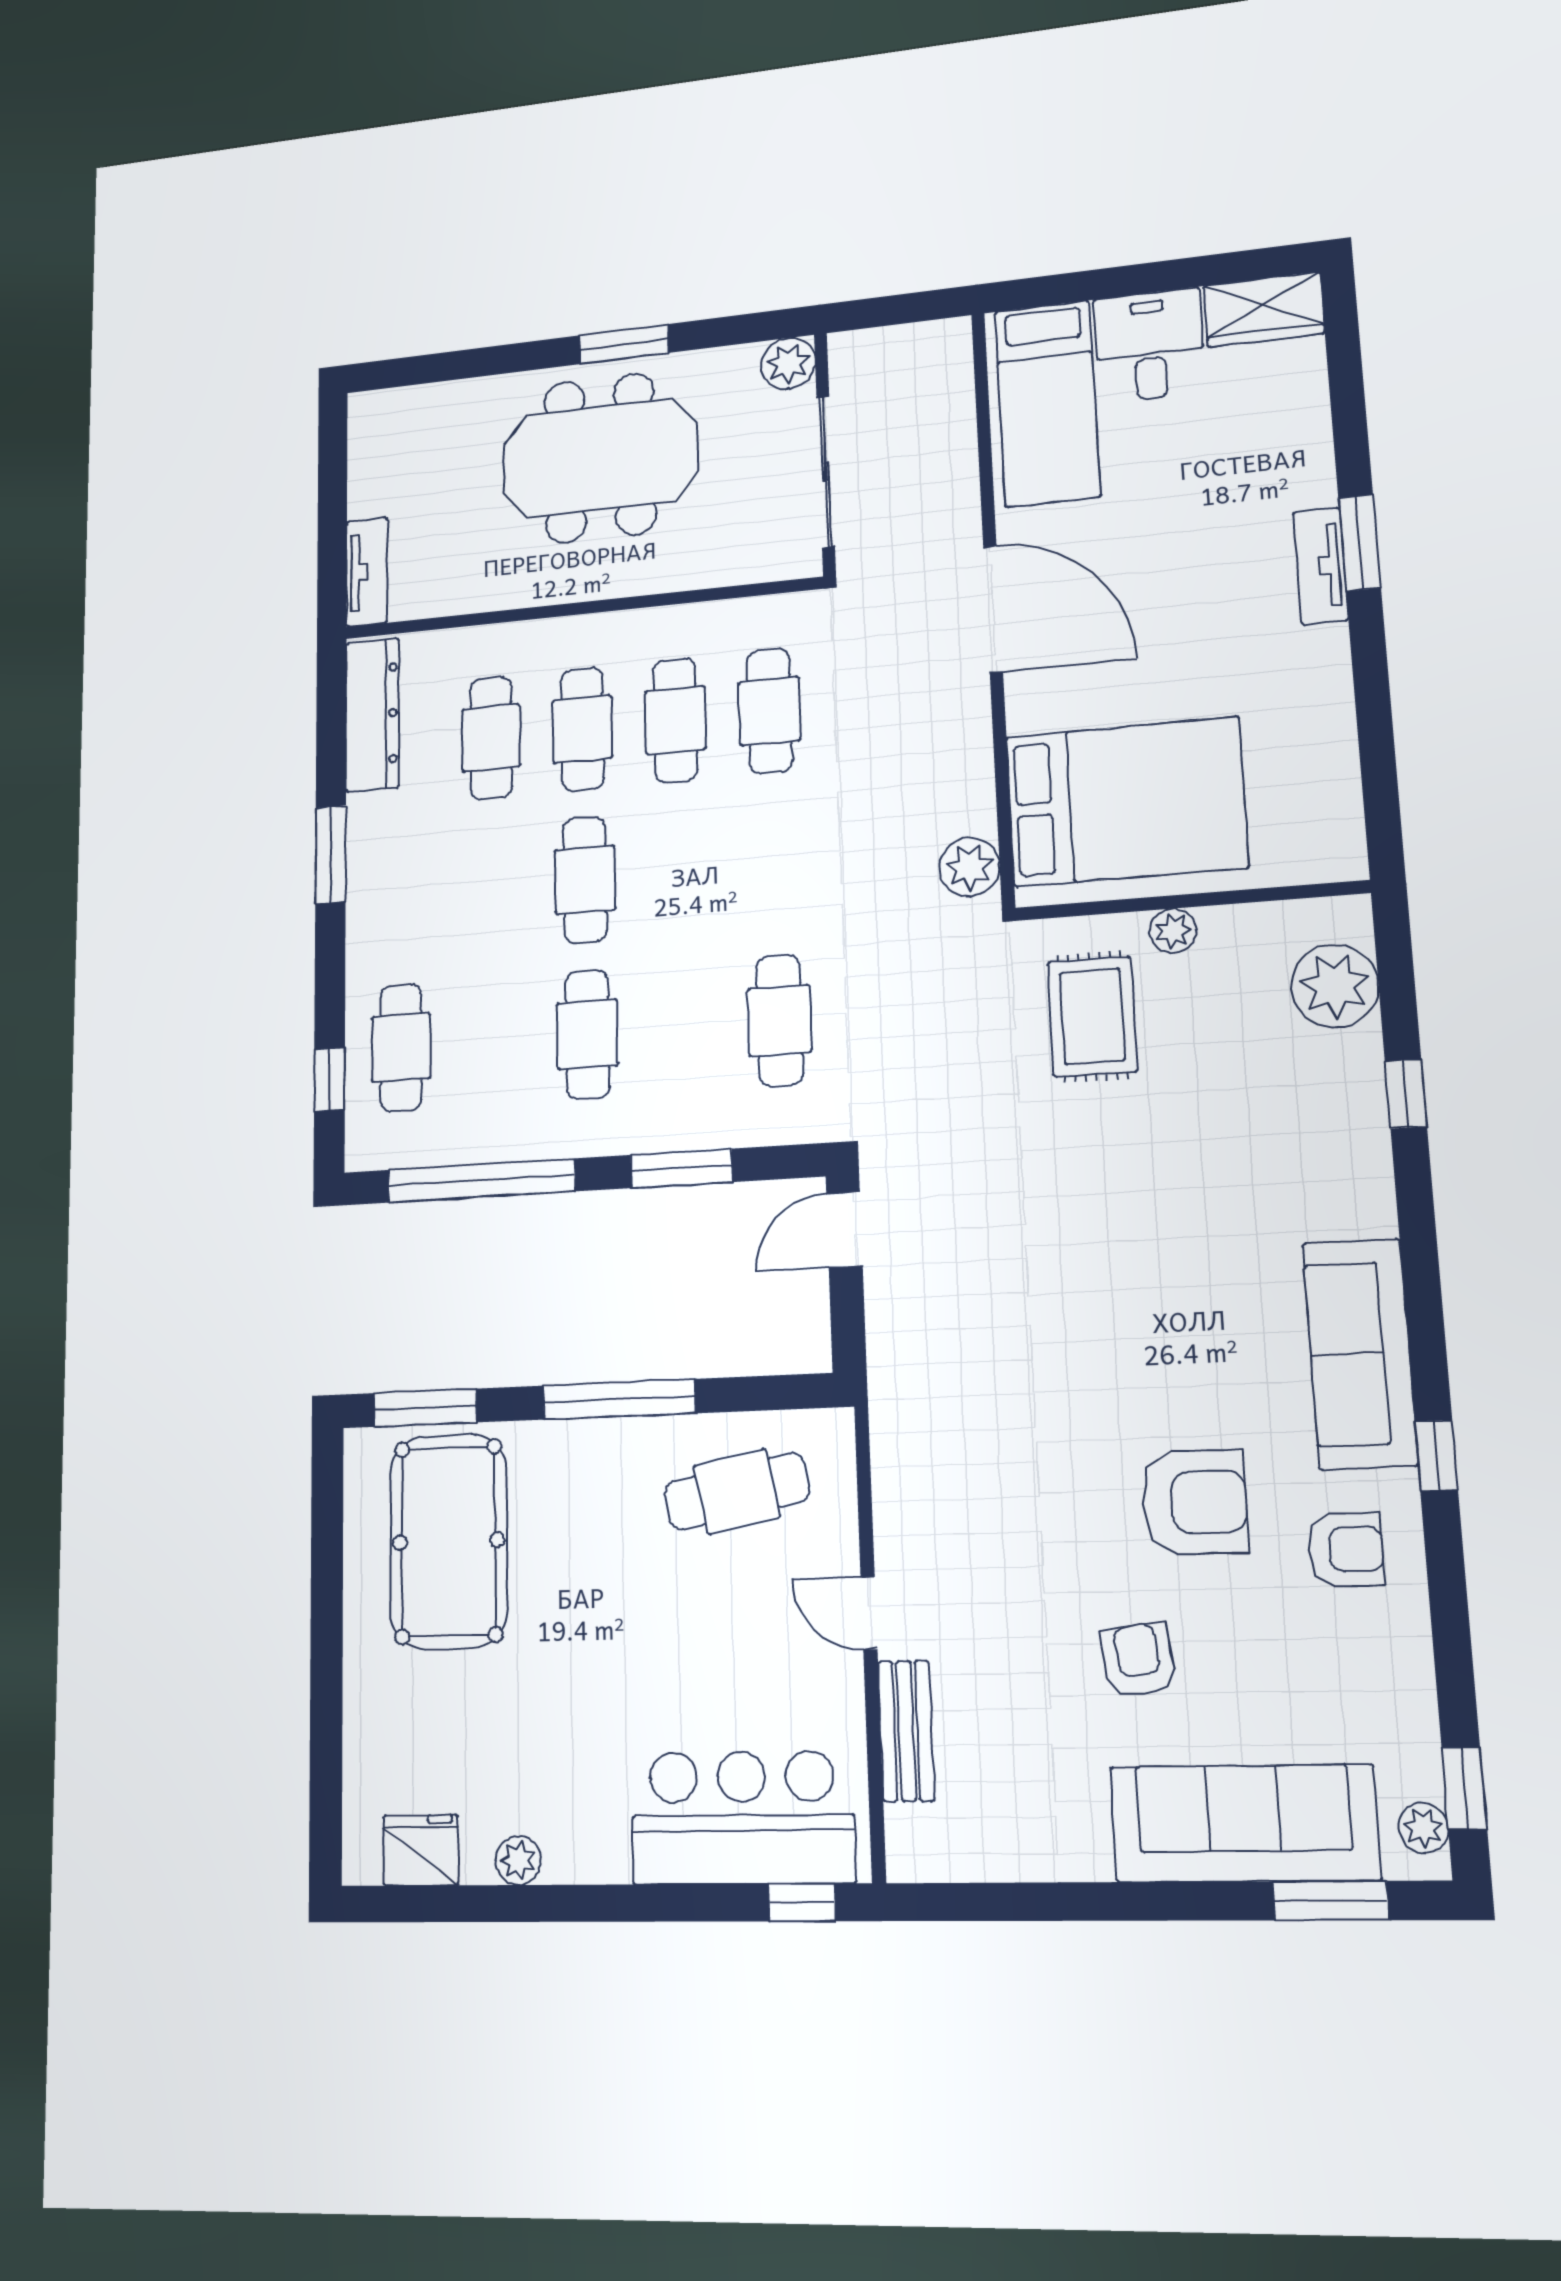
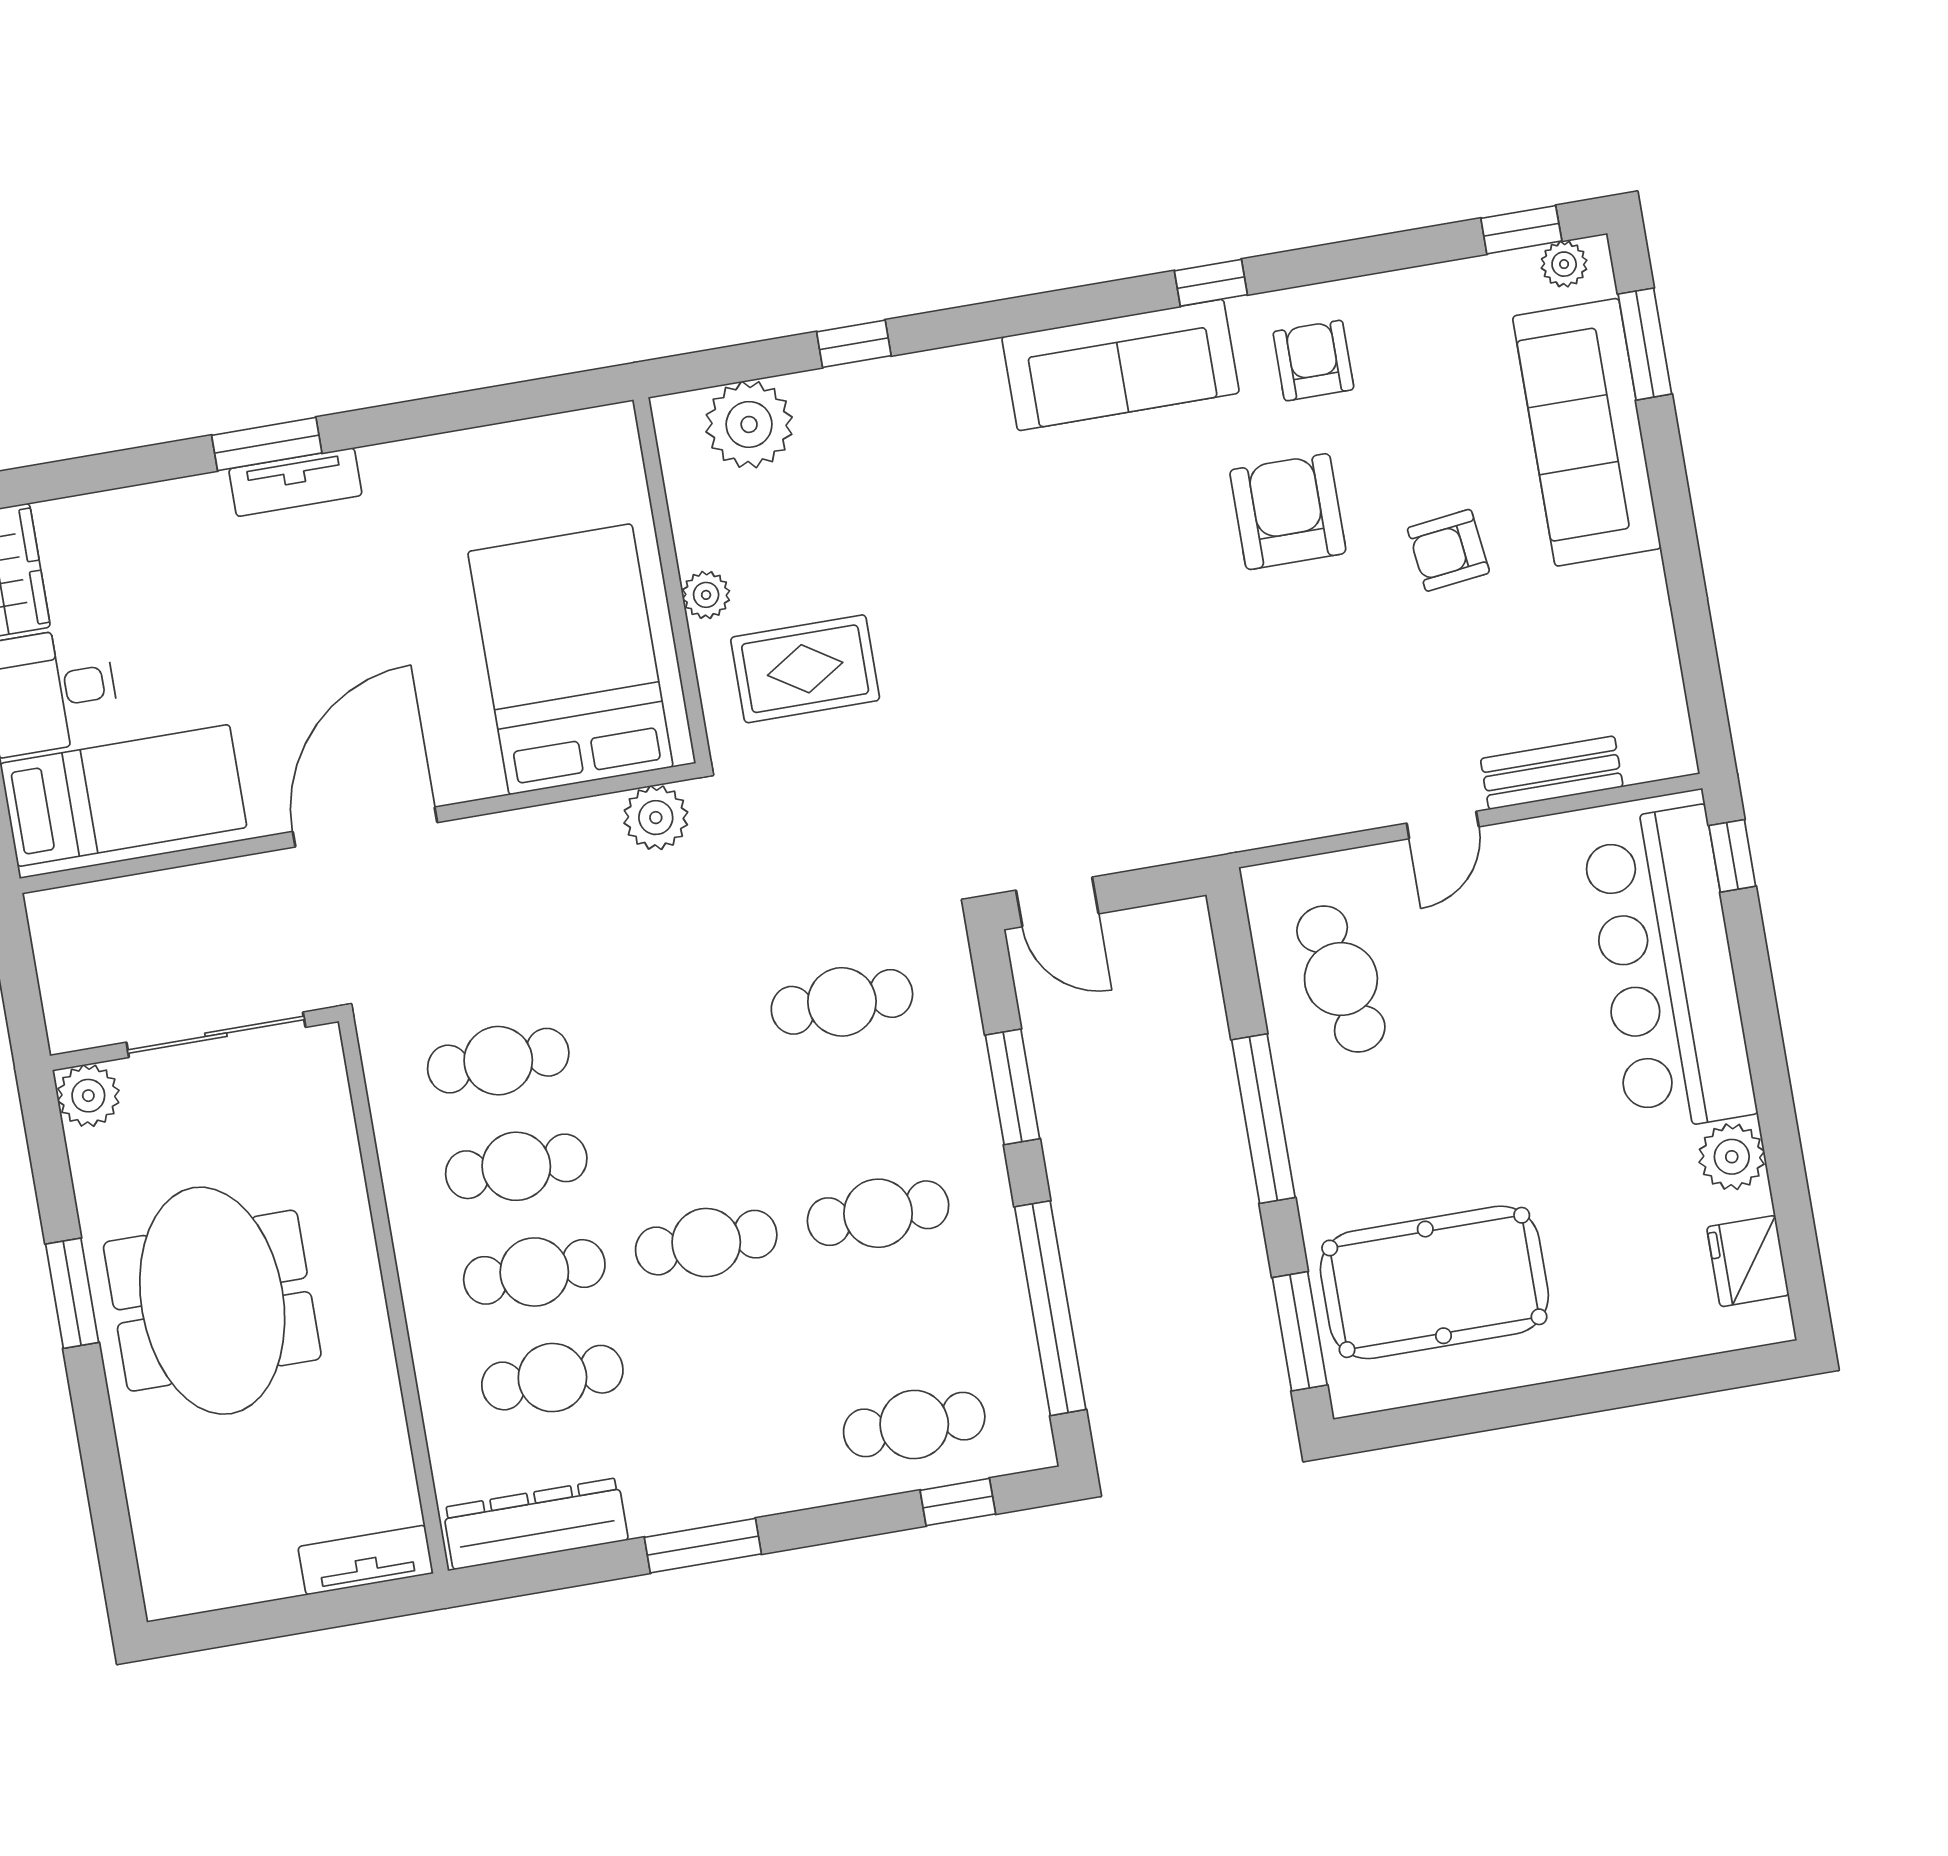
bar counter: (742, 1818) -> (1668, 969), width x1.36
plant: (518, 1860) -> (1732, 1157), width x1.38, depth x1.38

